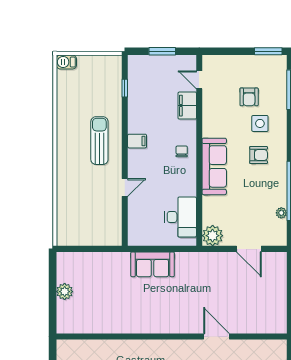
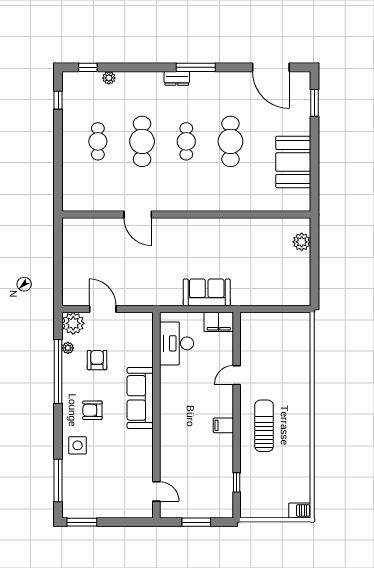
armchair: (249, 97) -> (97, 360), moved
filing cabinet: (187, 106) -> (219, 322), moved, turned 90
side table: (260, 123) -> (78, 445), moved
sun lounger: (99, 141) -> (264, 426), turned 180
chair: (182, 151) -> (175, 414), removed
plant: (213, 236) -> (73, 323), moved
plant: (65, 292) -> (302, 242), moved

